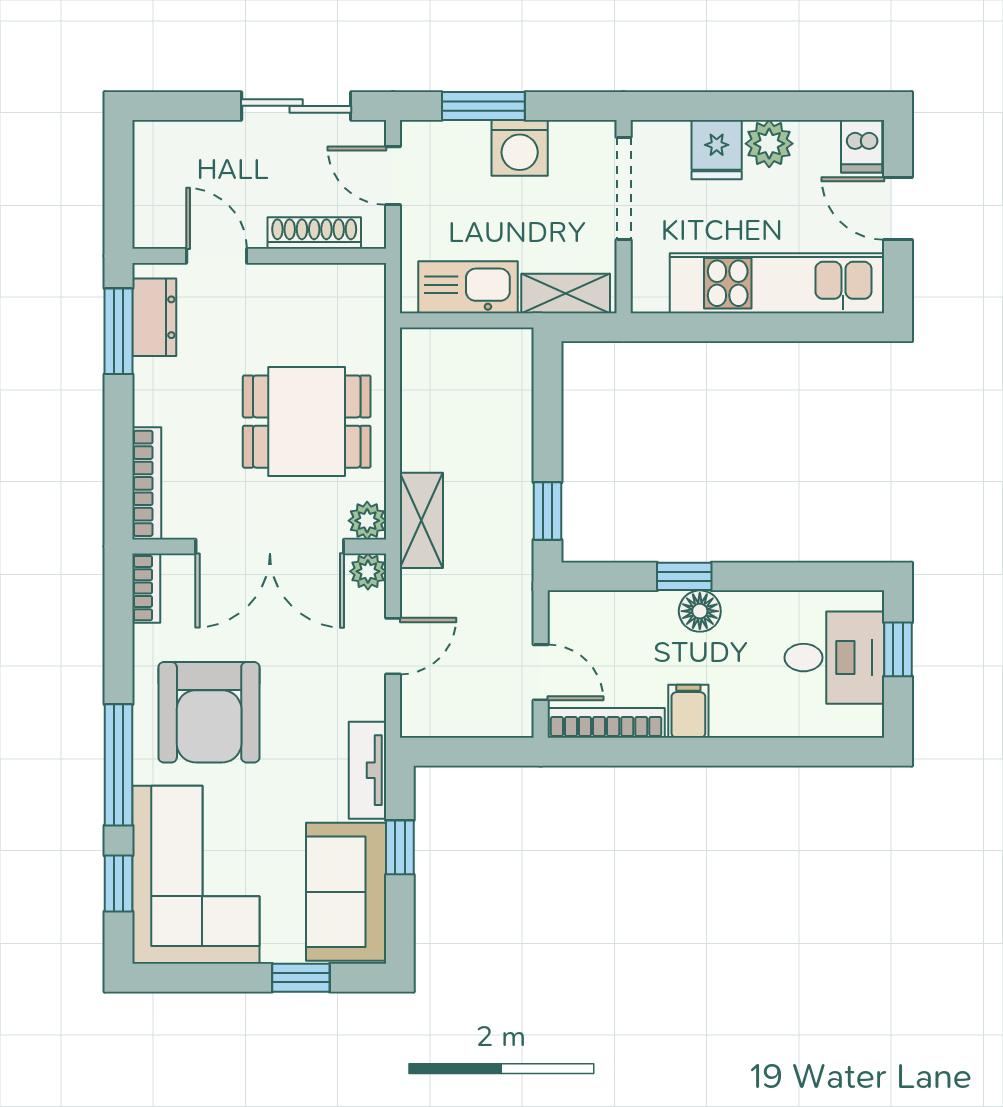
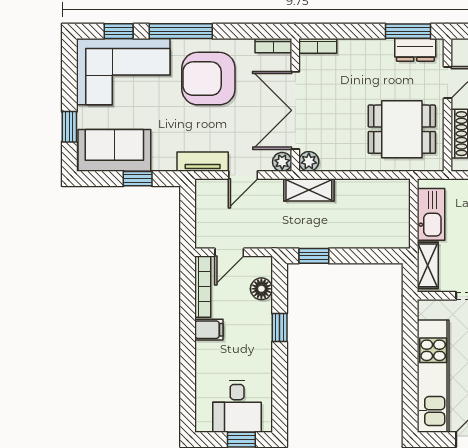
dining table: (307, 422) -> (402, 129), moved, turned 90
bookcase: (147, 483) -> (318, 46), width x0.64
floor lamp: (700, 611) -> (261, 289), moved
door: (393, 646) -> (243, 175), hinge flipped
tv unit: (368, 770) -> (203, 162), moved

